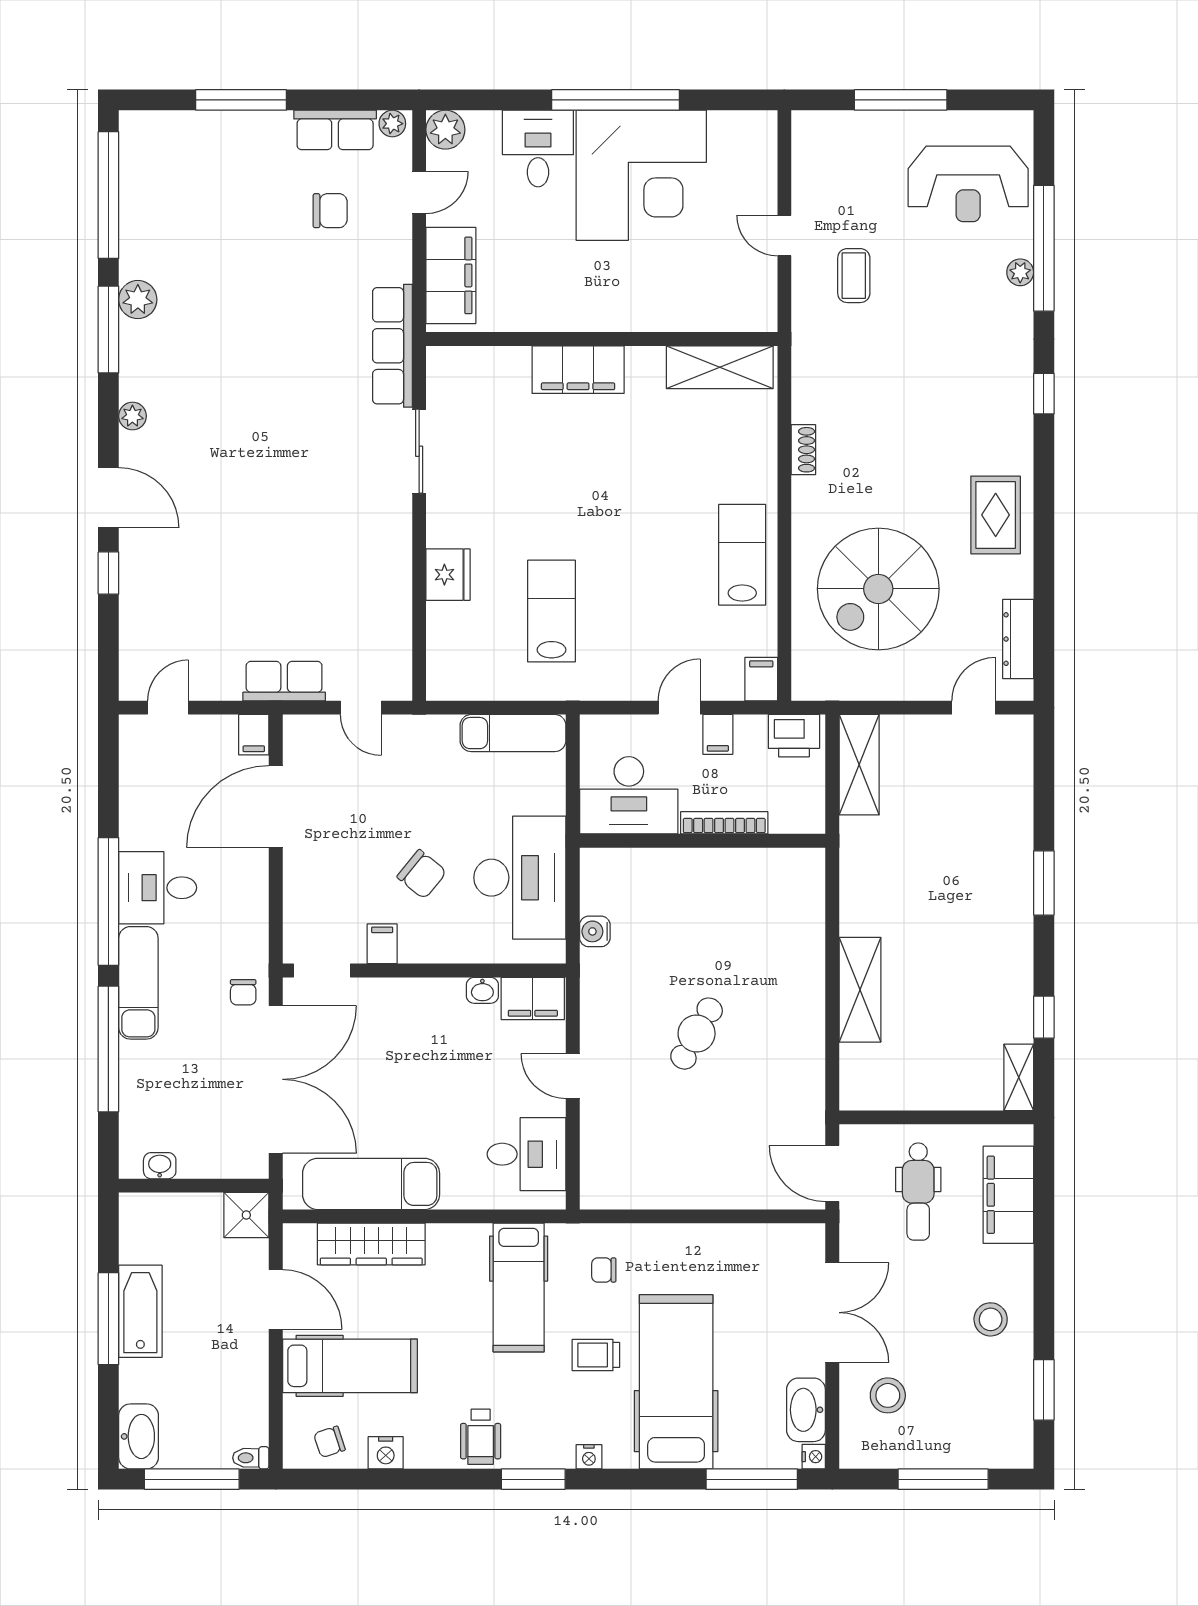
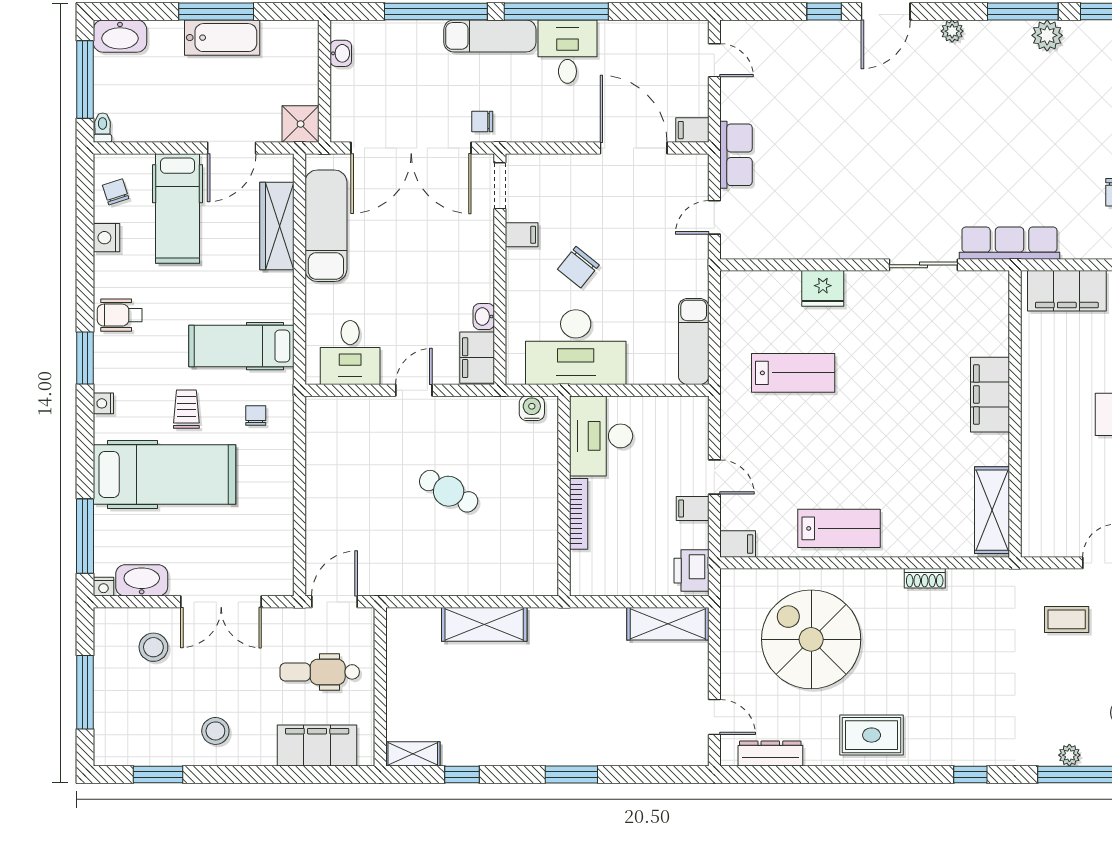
desk: (629, 795) -> (601, 436), moved
bookcase: (724, 823) -> (579, 514), moved
wall: (702, 841) -> (564, 496), moved

